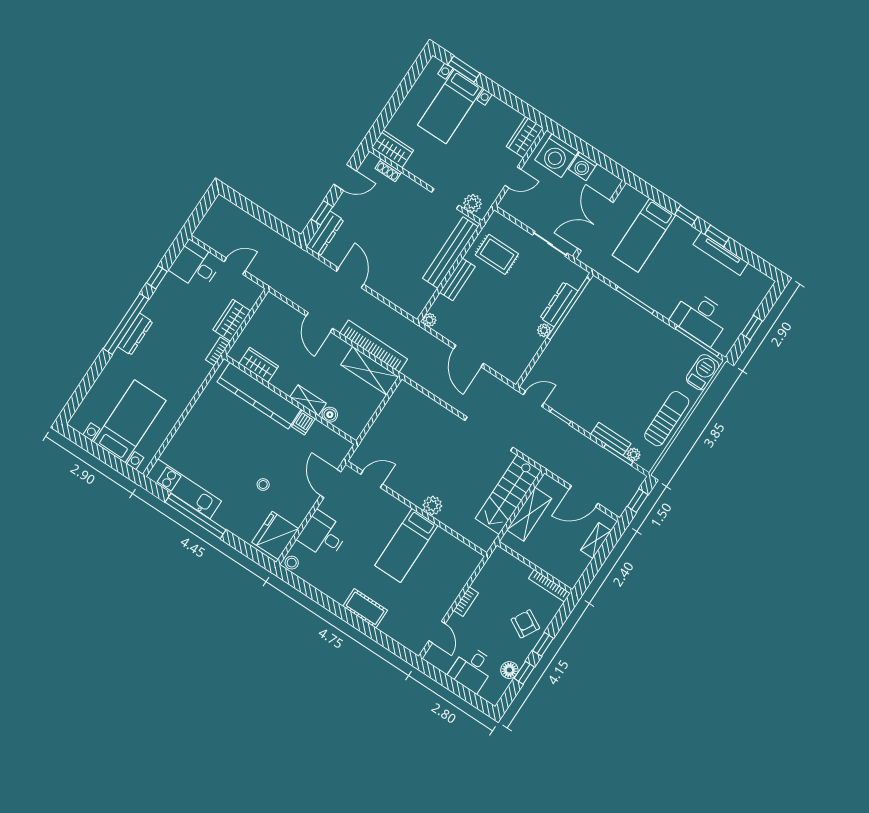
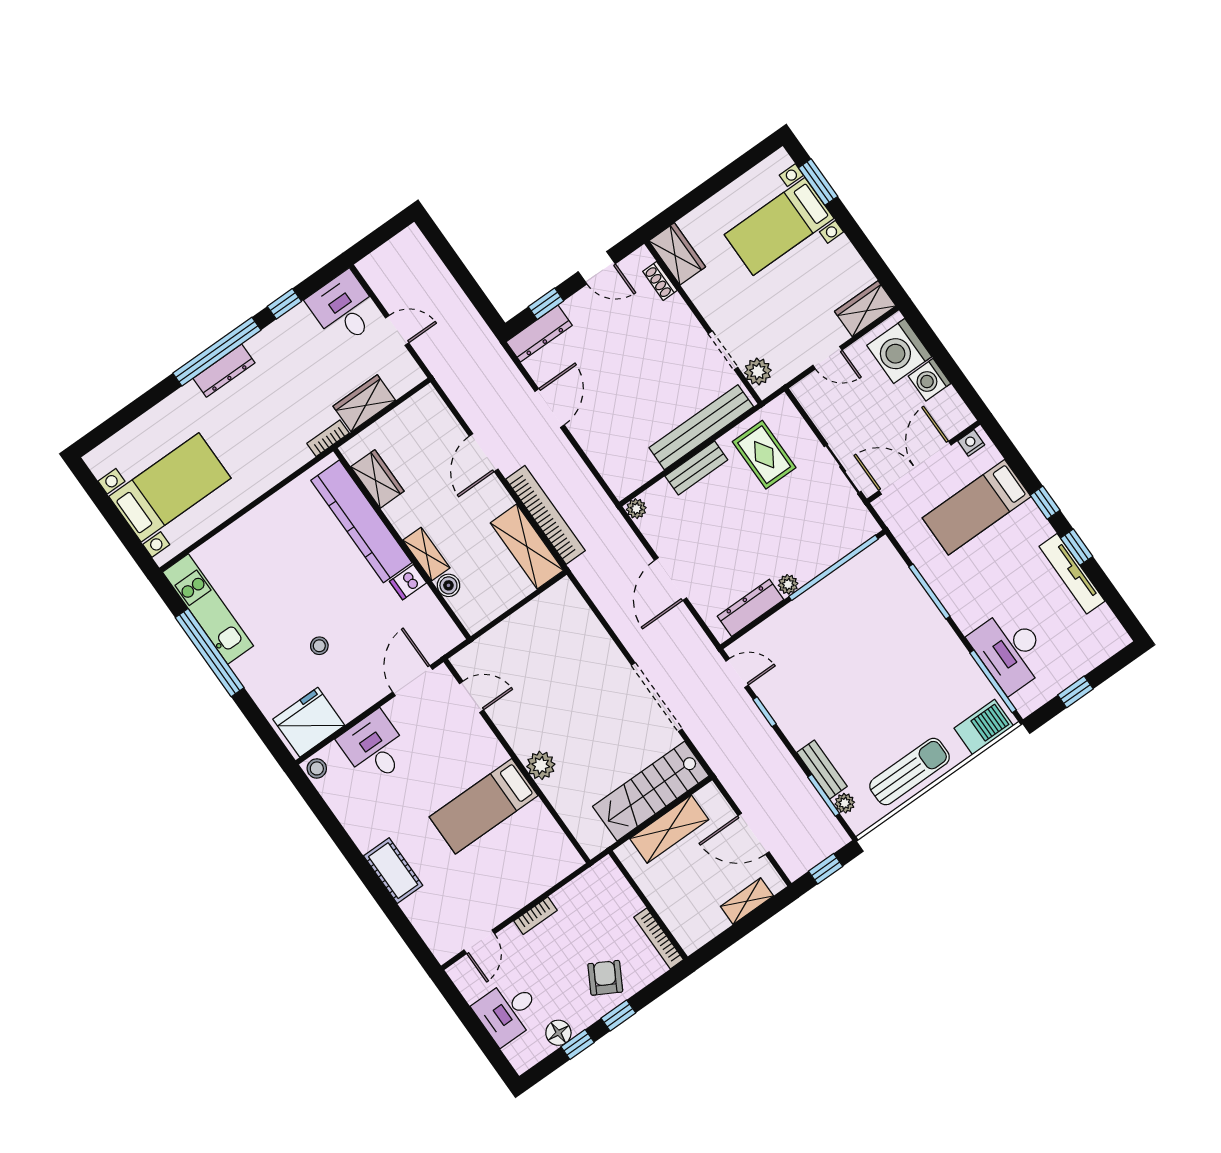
nightstand: (625, 196) -> (971, 443), added
dresser: (559, 304) -> (750, 608), moved

